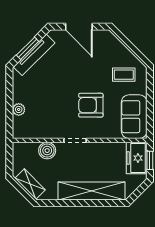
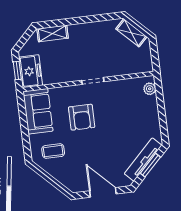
armchair: (91, 105) -> (82, 117), turned 90
plant: (19, 109) -> (150, 89), moved
boiler: (47, 151) -> (119, 68), removed
shelving: (91, 191) -> (53, 33), width x0.45, depth x0.75

